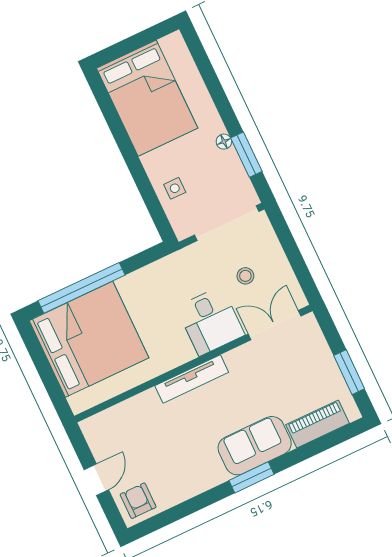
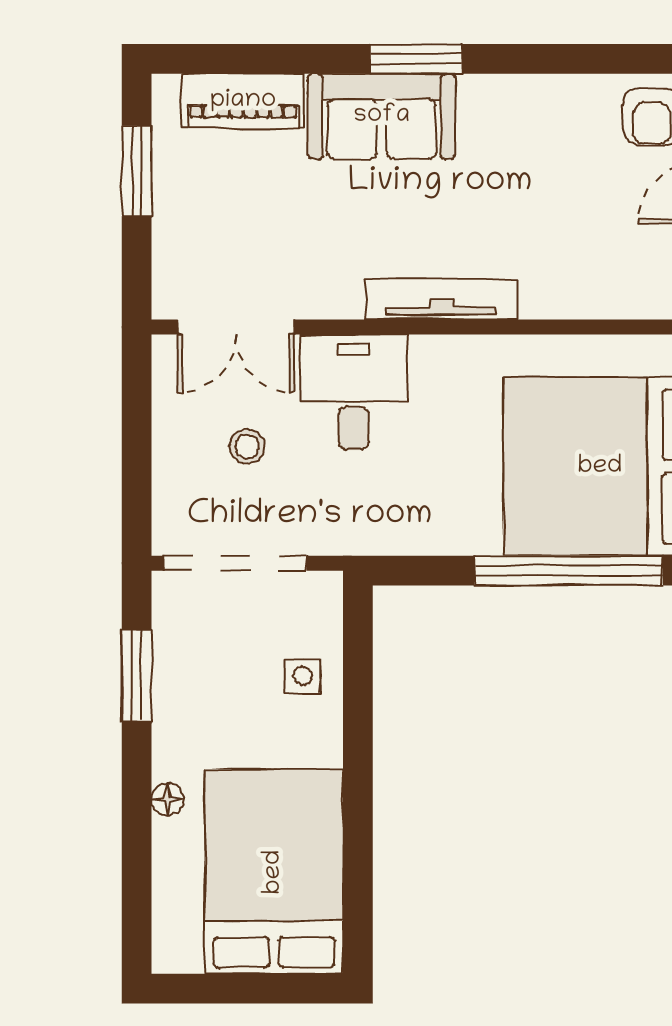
floor lamp: (224, 142) -> (167, 800), moved

